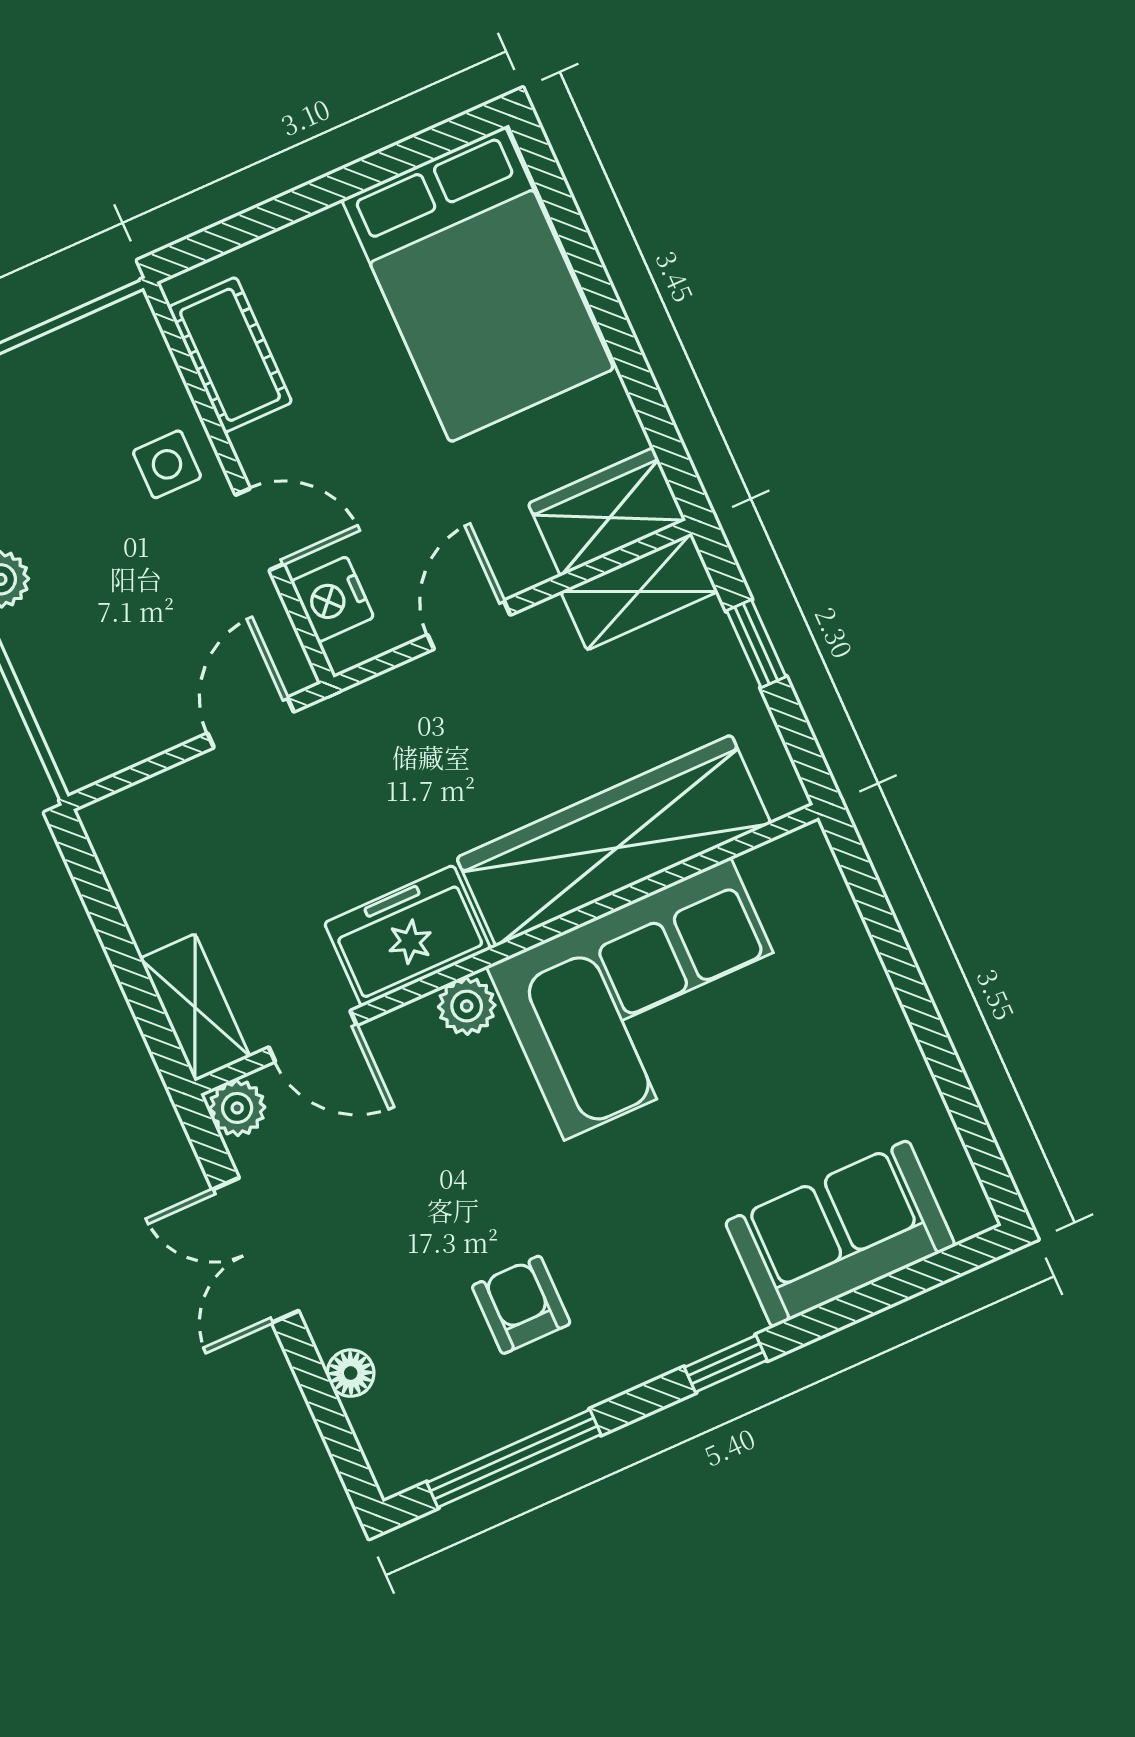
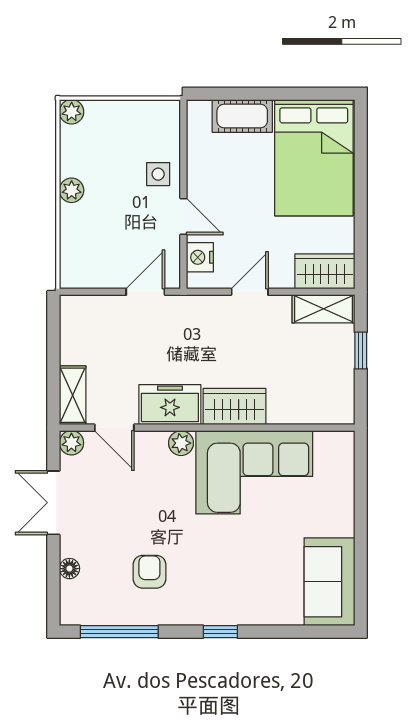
cot: (230, 355) -> (242, 116), moved, turned 90
wardrobe: (614, 841) -> (235, 407), width x0.48, depth x0.85
sofa: (840, 1234) -> (329, 582), moved, turned -90

